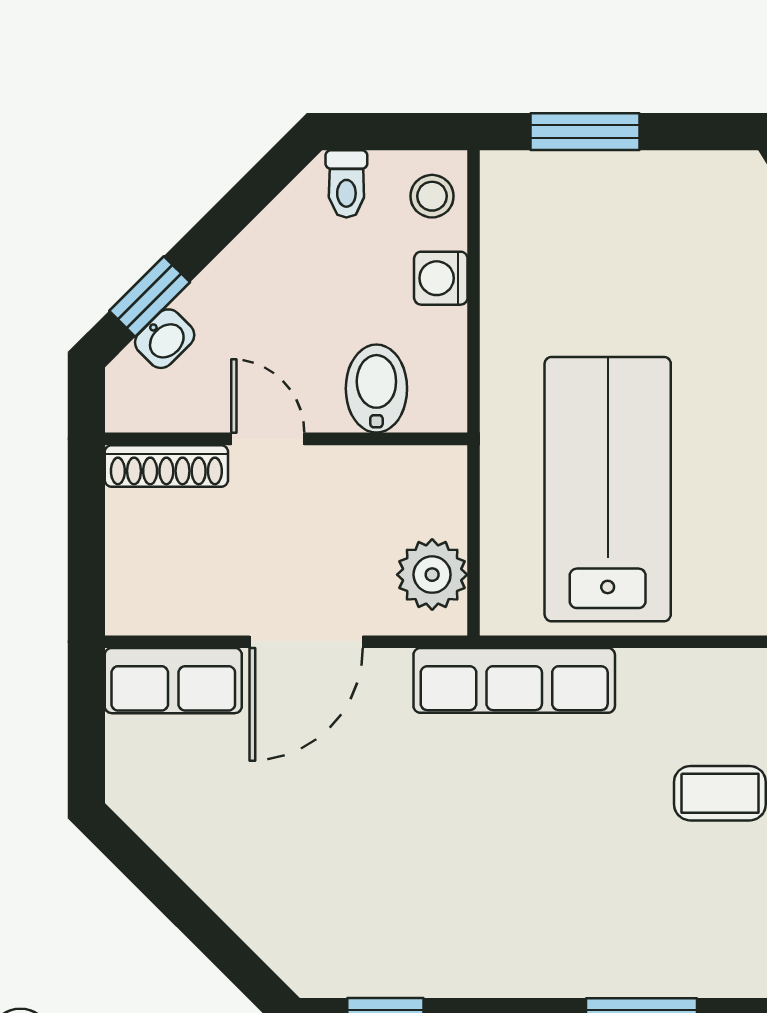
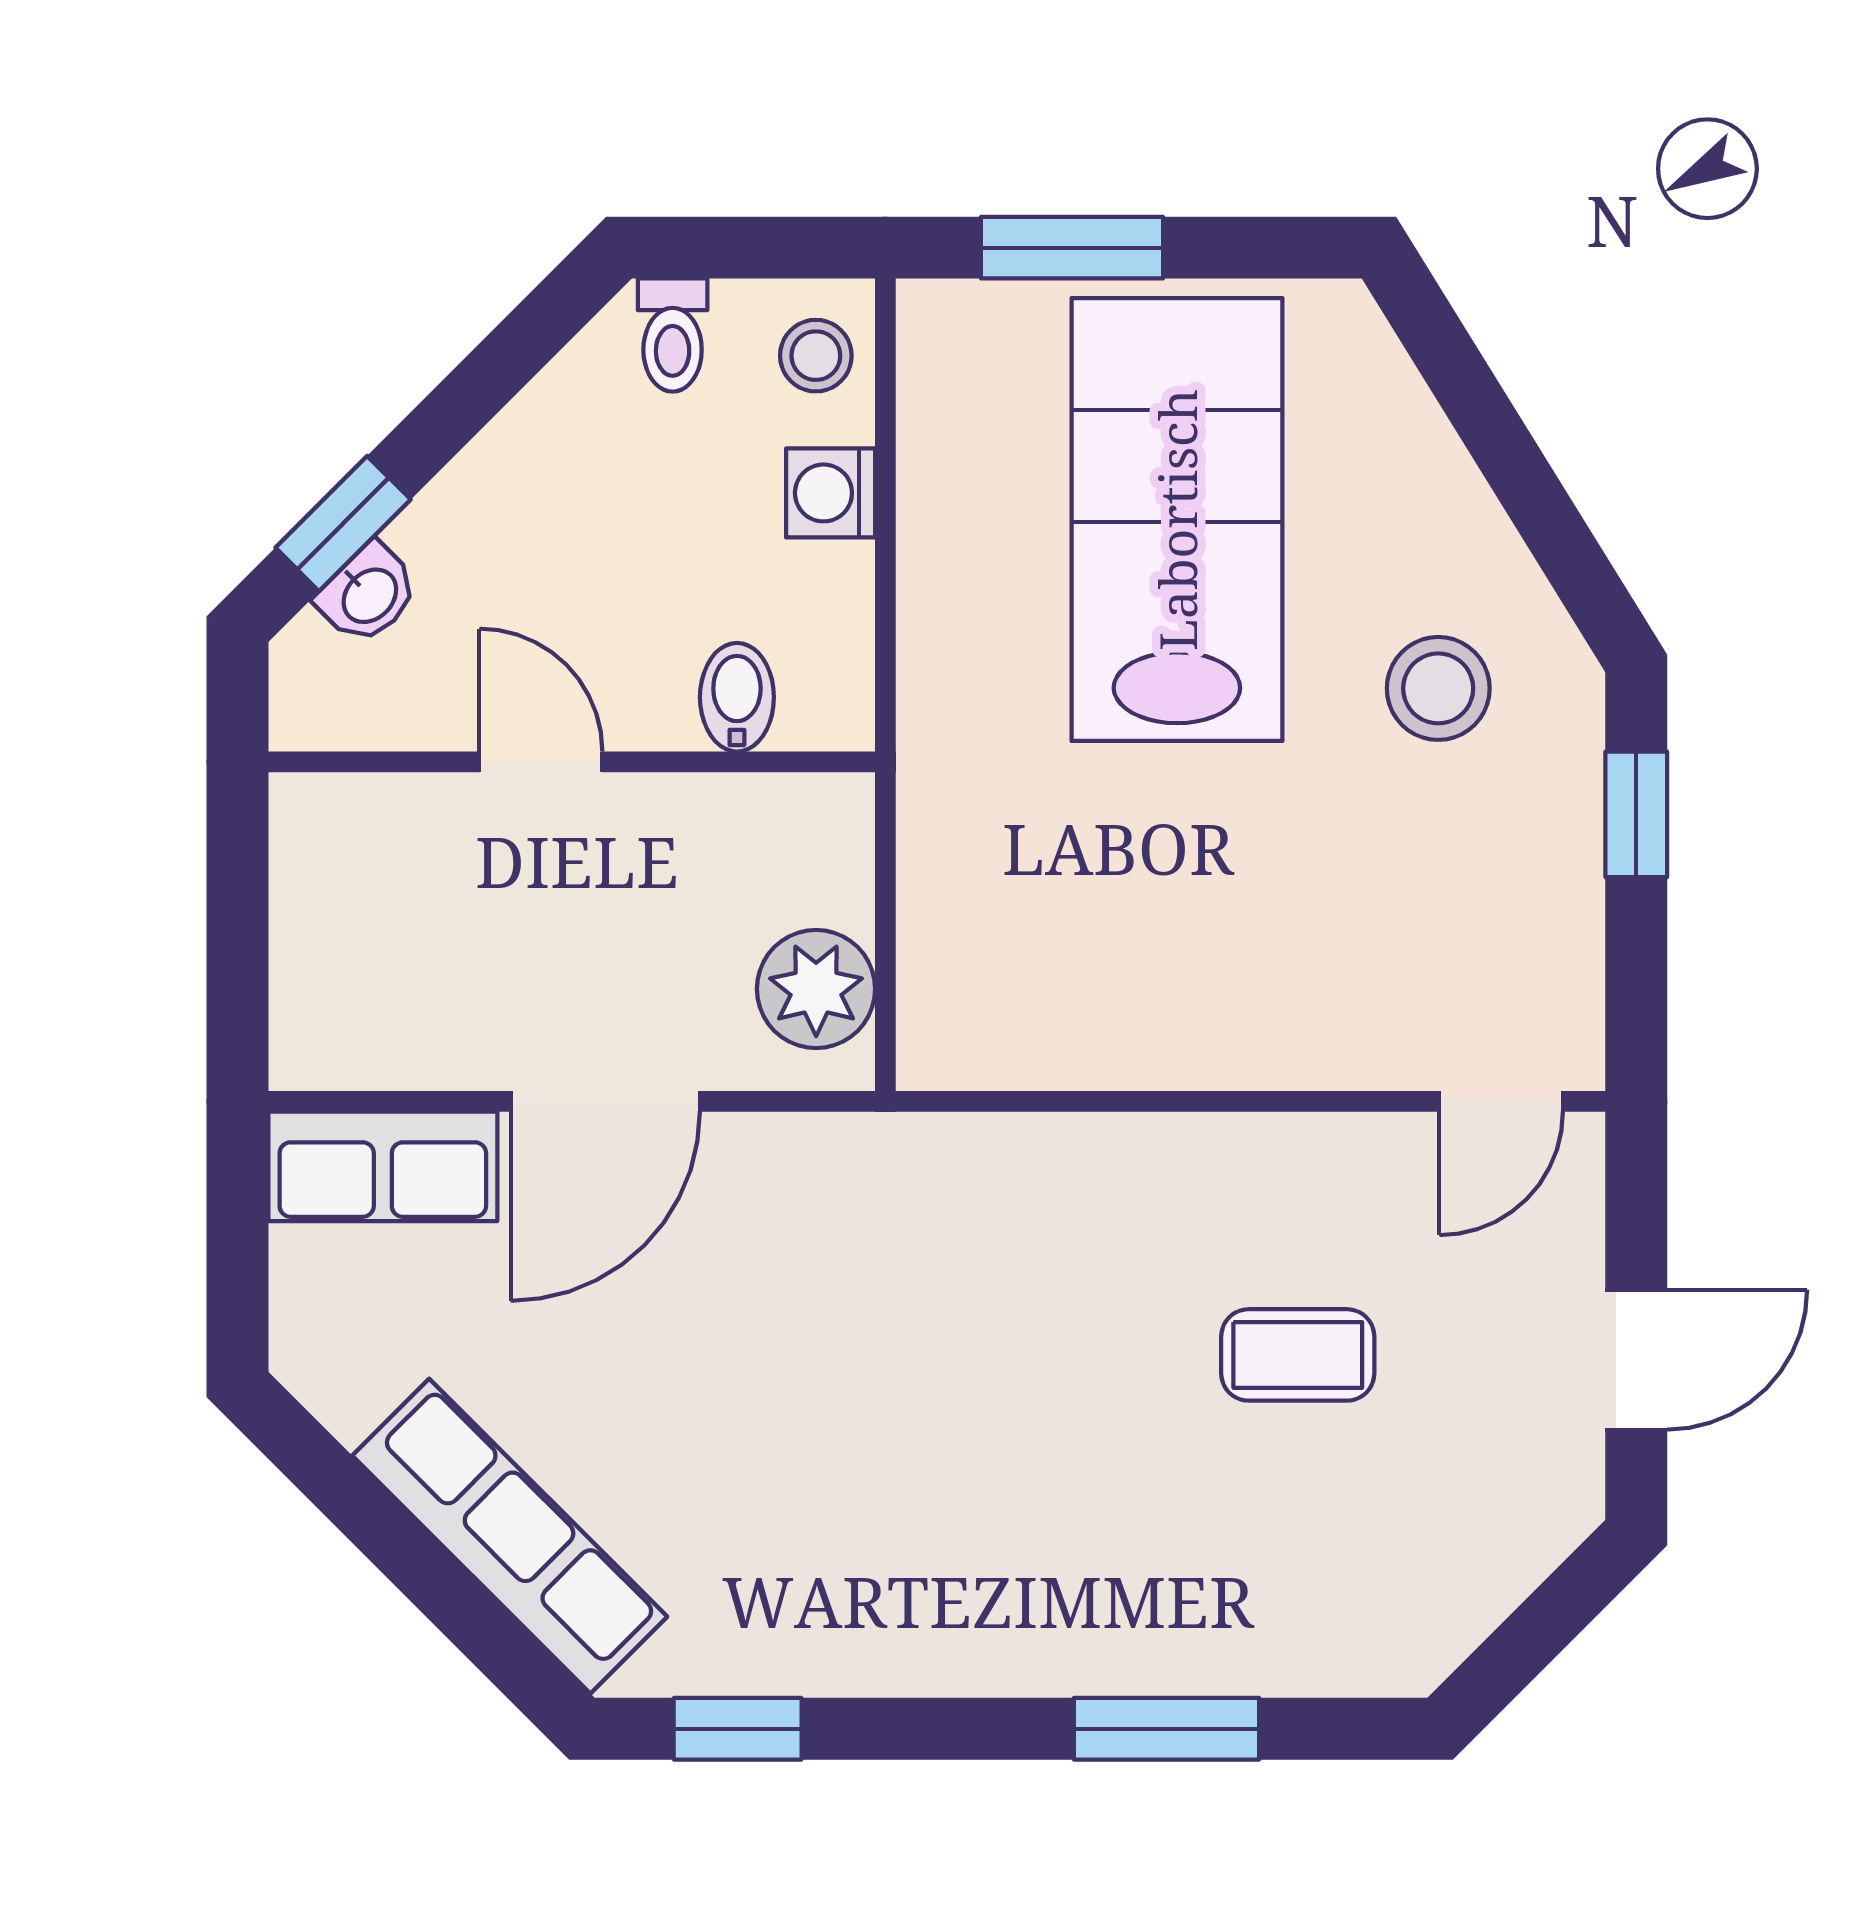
bidet: (376, 389) -> (737, 697), width x0.72, depth x0.74
shoe rack: (166, 466) -> (371, 807), removed
lab bench: (608, 489) -> (1177, 520), moved
row of seats: (514, 680) -> (510, 1536), moved, turned -135

